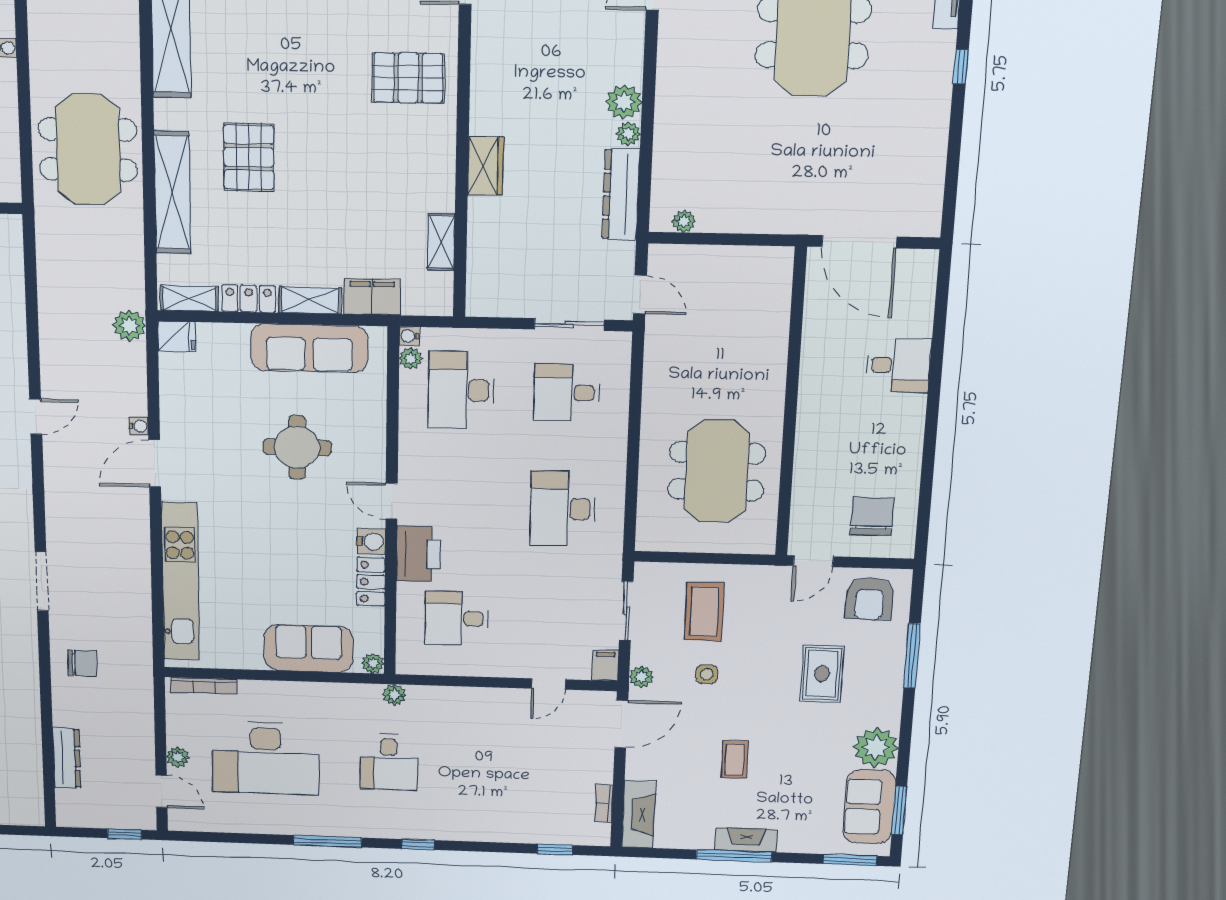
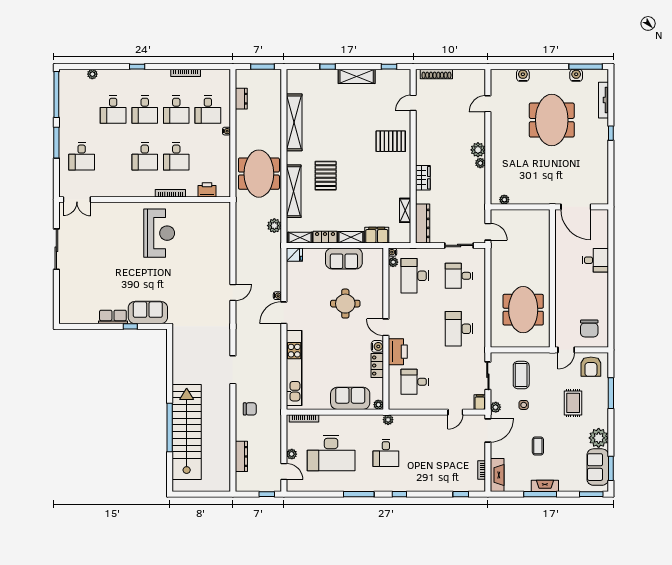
dresser: (621, 194) -> (423, 223), moved, turned 180
plant: (129, 325) -> (274, 226), moved
sofa: (309, 348) -> (344, 259), width x0.73
chair: (872, 516) -> (589, 328), turned 180

